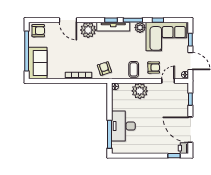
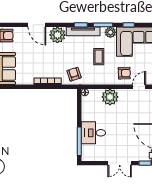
coffee table: (134, 69) -> (99, 57), moved
desk: (123, 126) -> (93, 133), width x0.73
double door: (149, 156) -> (120, 163), added

